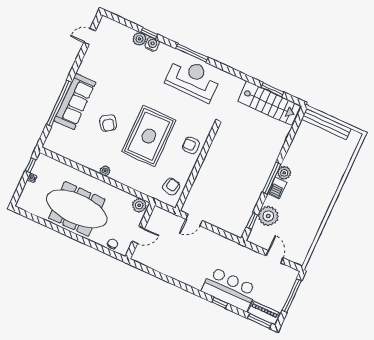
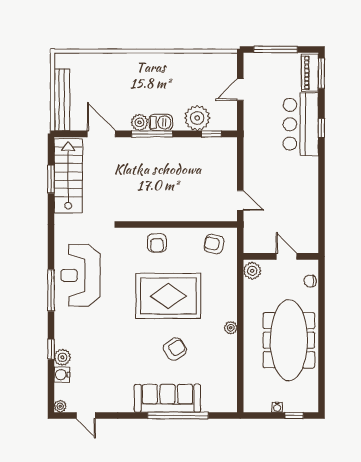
plant: (105, 21) -> (60, 406), added
water cooler: (152, 44) -> (62, 375), moved
door: (289, 141) -> (101, 134), added
window: (31, 165) -> (294, 415), moved

